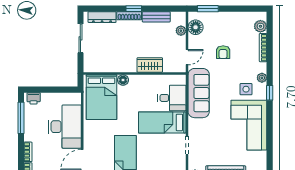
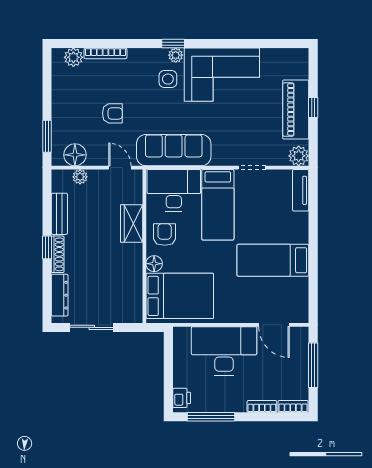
plant: (262, 78) -> (176, 55), moved
armchair: (142, 87) -> (165, 235), added
desk: (172, 98) -> (174, 190), width x1.37

